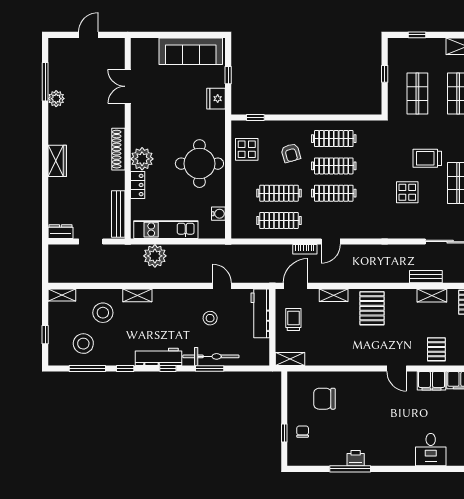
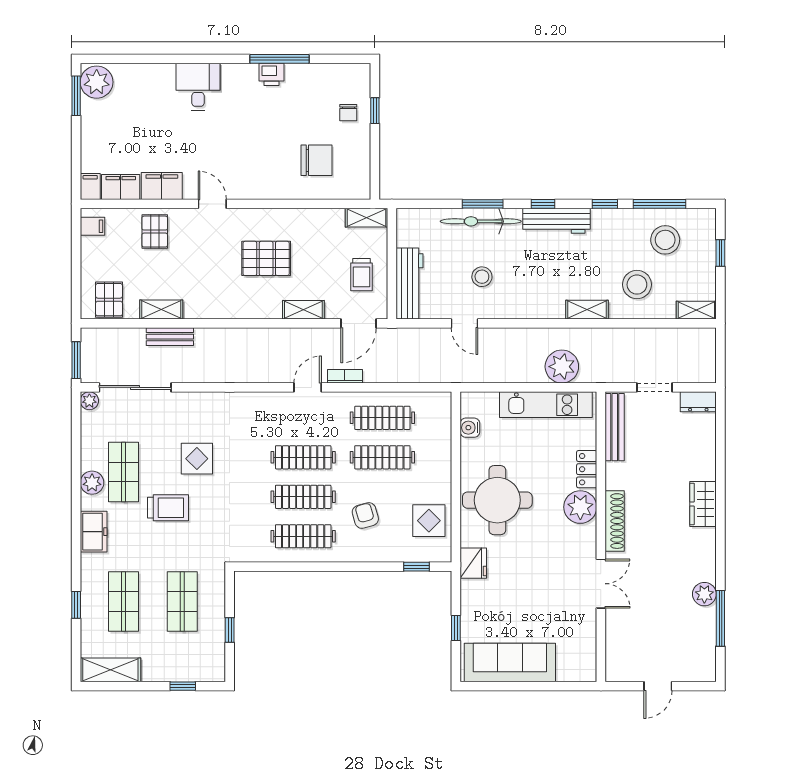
double door: (128, 86) -> (601, 584), moved
fridge: (216, 99) -> (473, 563), moved
pallet: (372, 308) -> (266, 258), moved, turned 90
desk: (431, 450) -> (198, 87), moved

